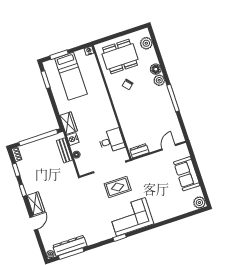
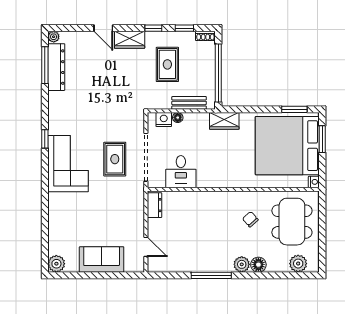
bed: (71, 76) -> (287, 146), width x2.04
nightstand: (73, 139) -> (164, 120), moved
rug: (44, 173) -> (167, 64), added

